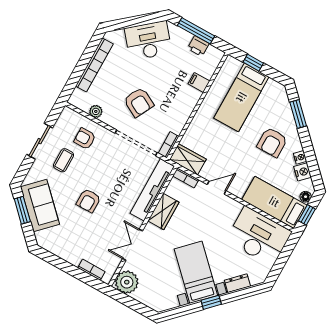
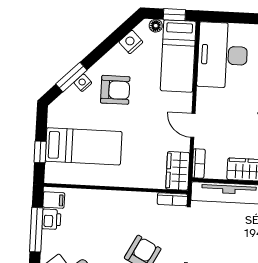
filing cabinet: (199, 82) -> (54, 200), moved, turned -90
nightstand: (300, 157) -> (83, 83), moved

